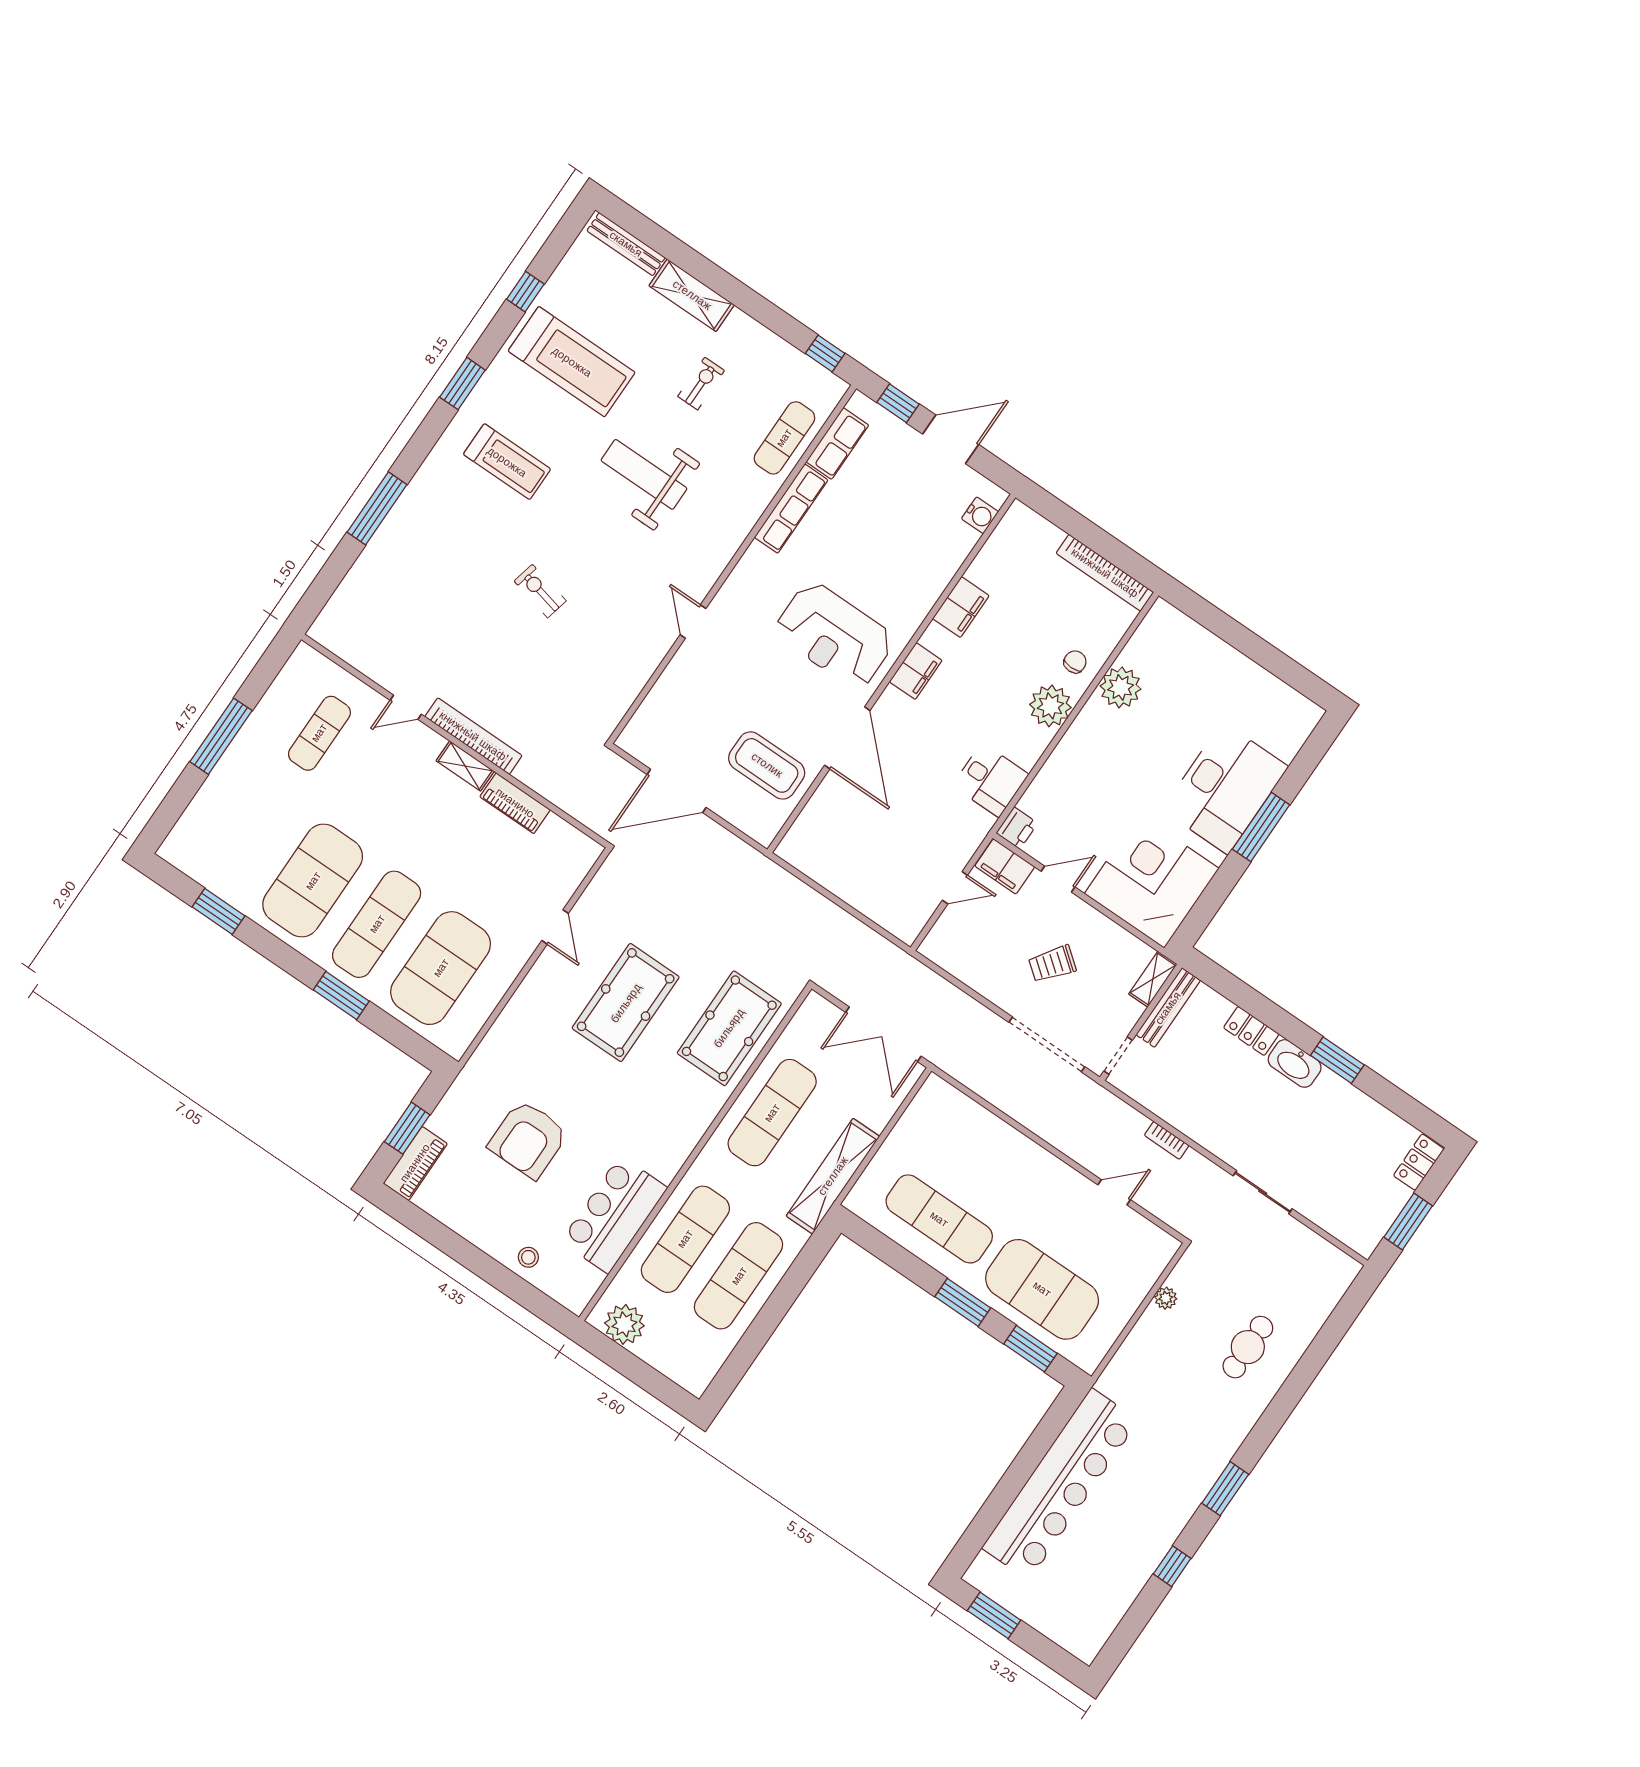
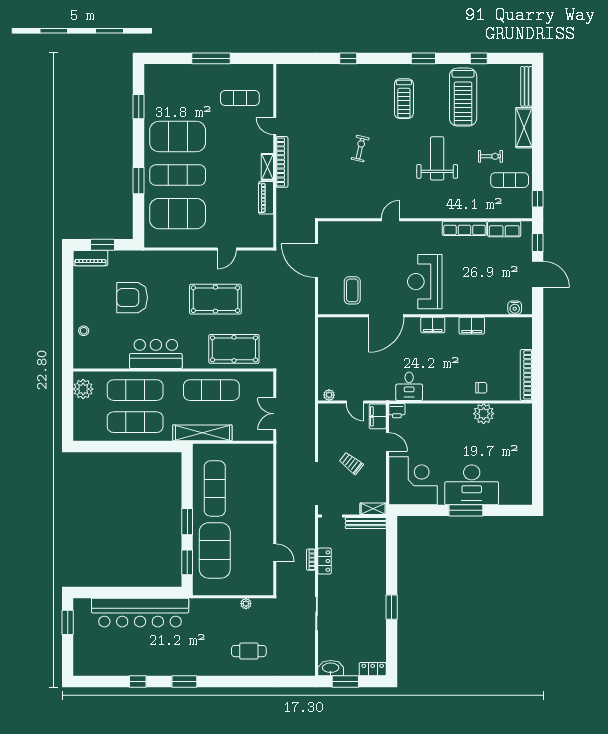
exercise mat: (784, 438) -> (510, 180), moved
window: (377, 508) -> (348, 58), width x0.46
plant: (1050, 706) -> (329, 395), moved, width x0.53, depth x0.53
coffee table: (767, 765) -> (352, 290), width x0.73, depth x0.76
locker: (1251, 1031) -> (325, 561), moved, turned 180
double door: (883, 1034) -> (275, 414), width x0.73
washbasin: (1295, 1063) -> (331, 668), moved, turned 90
bar counter: (614, 1215) -> (156, 354), moved

